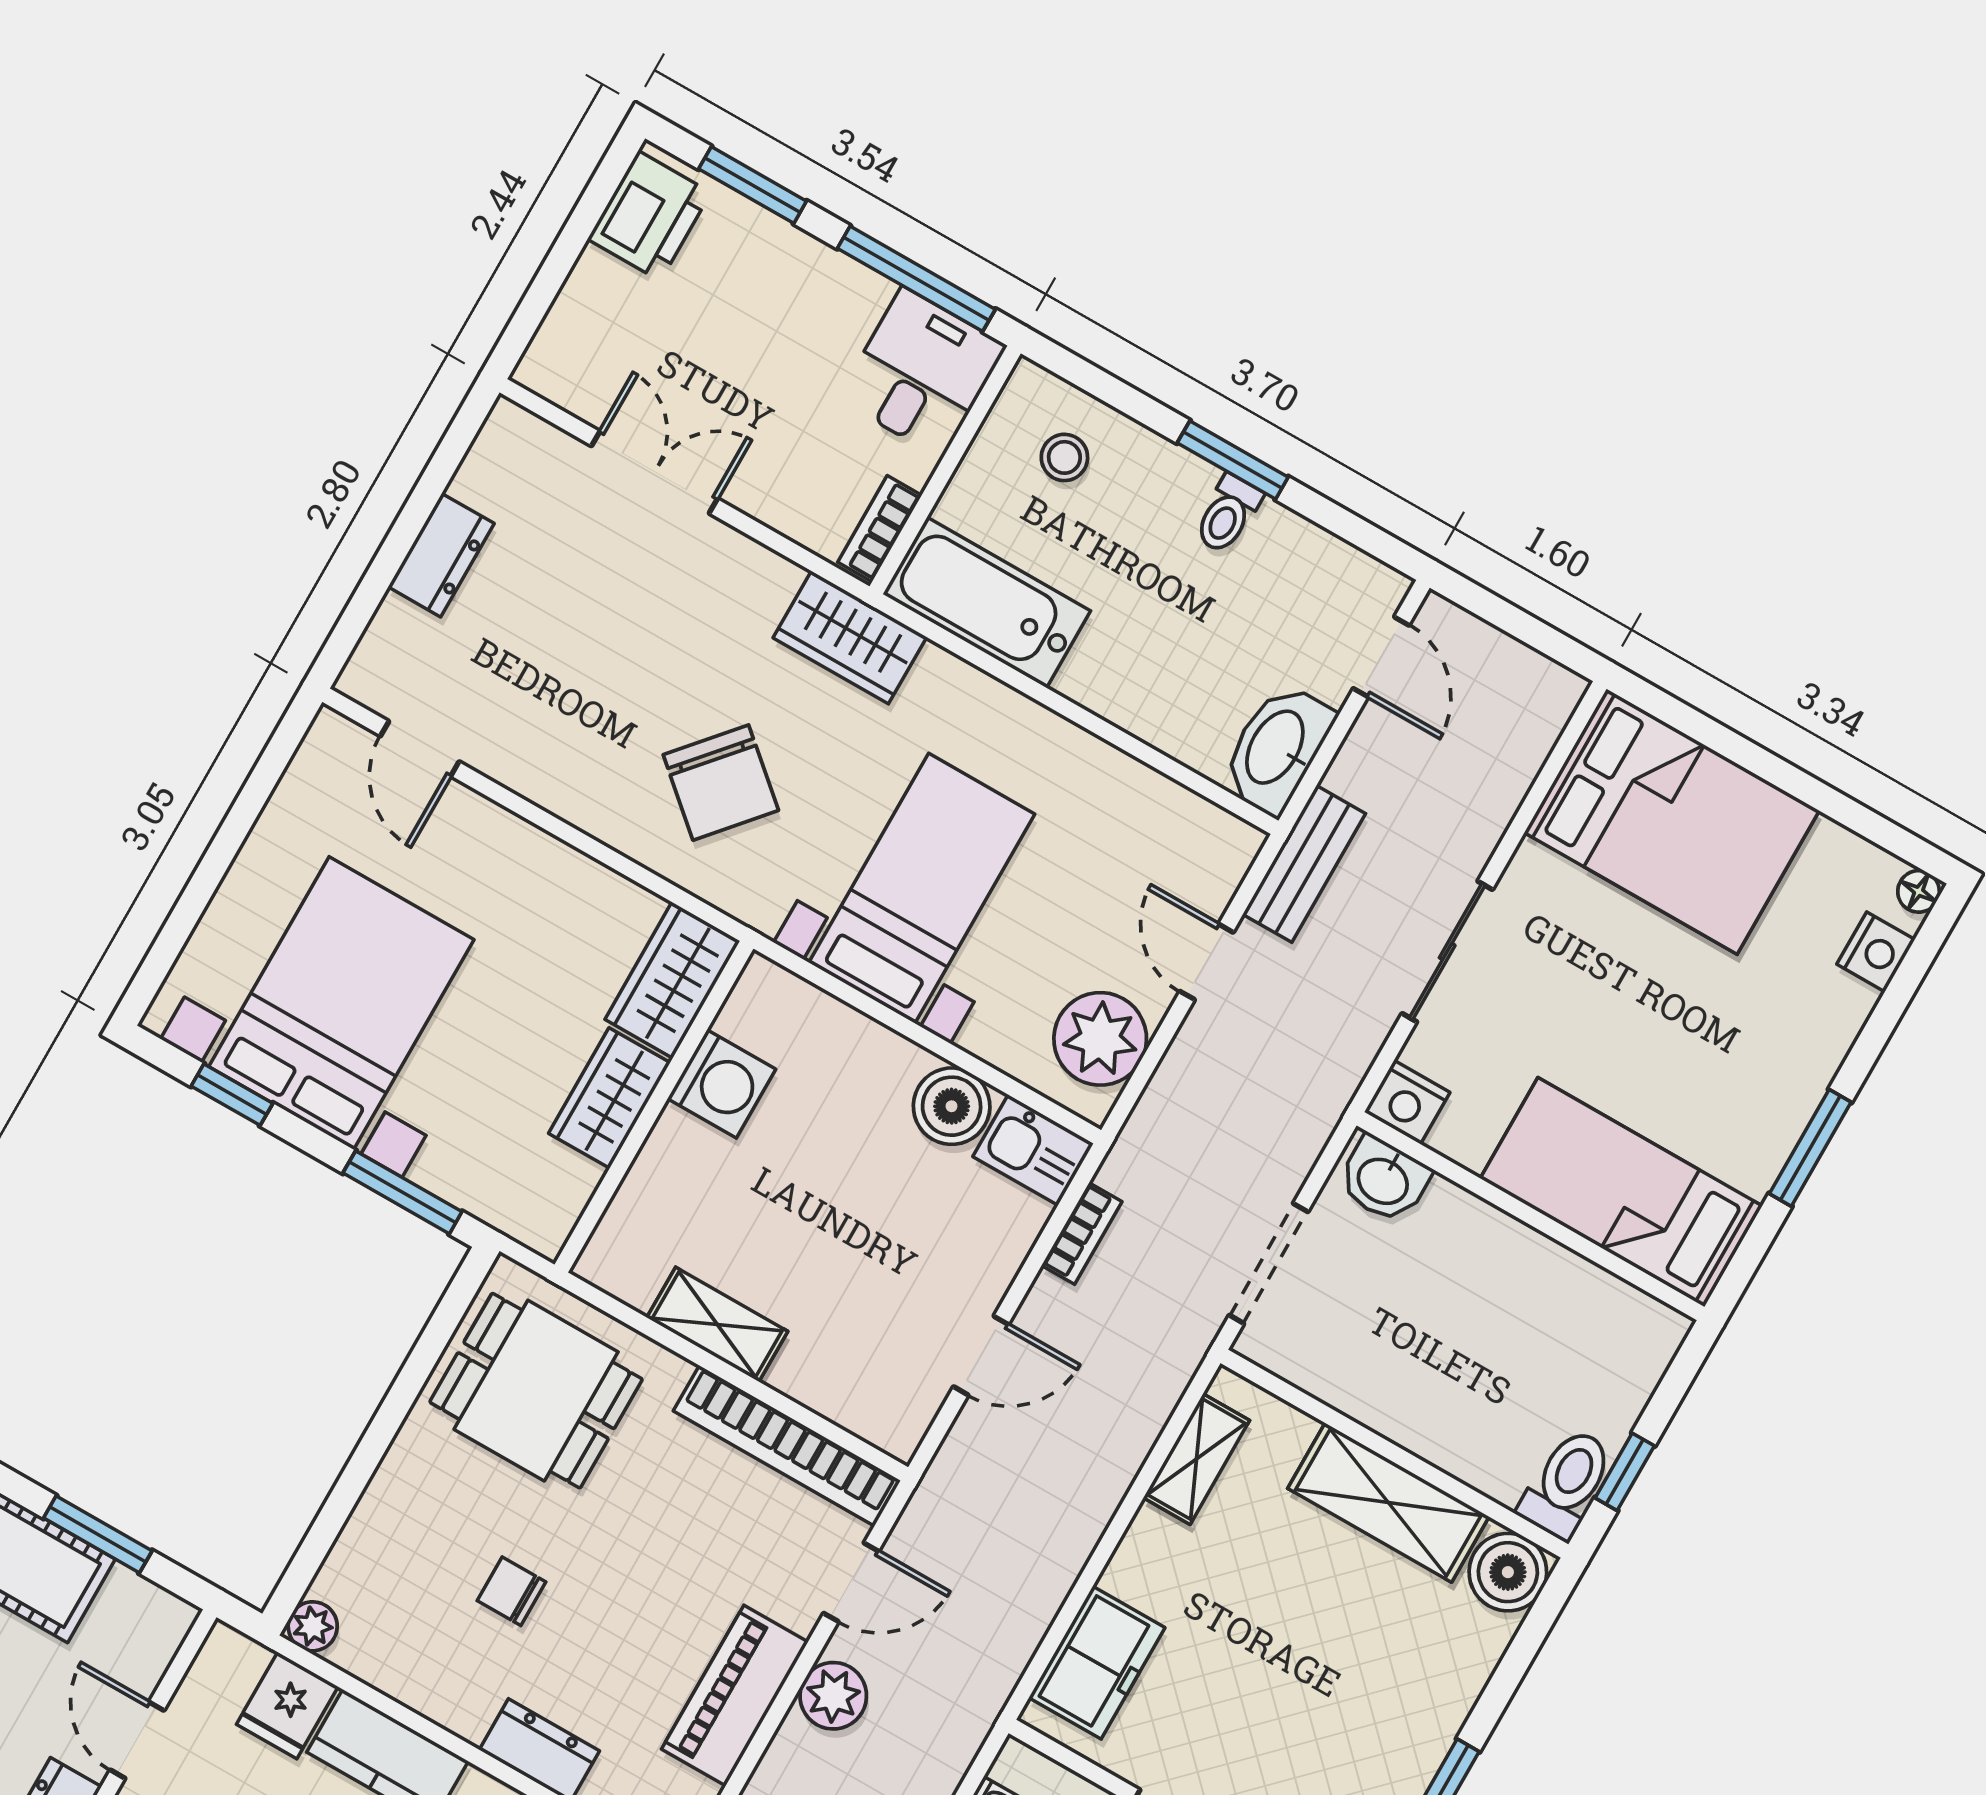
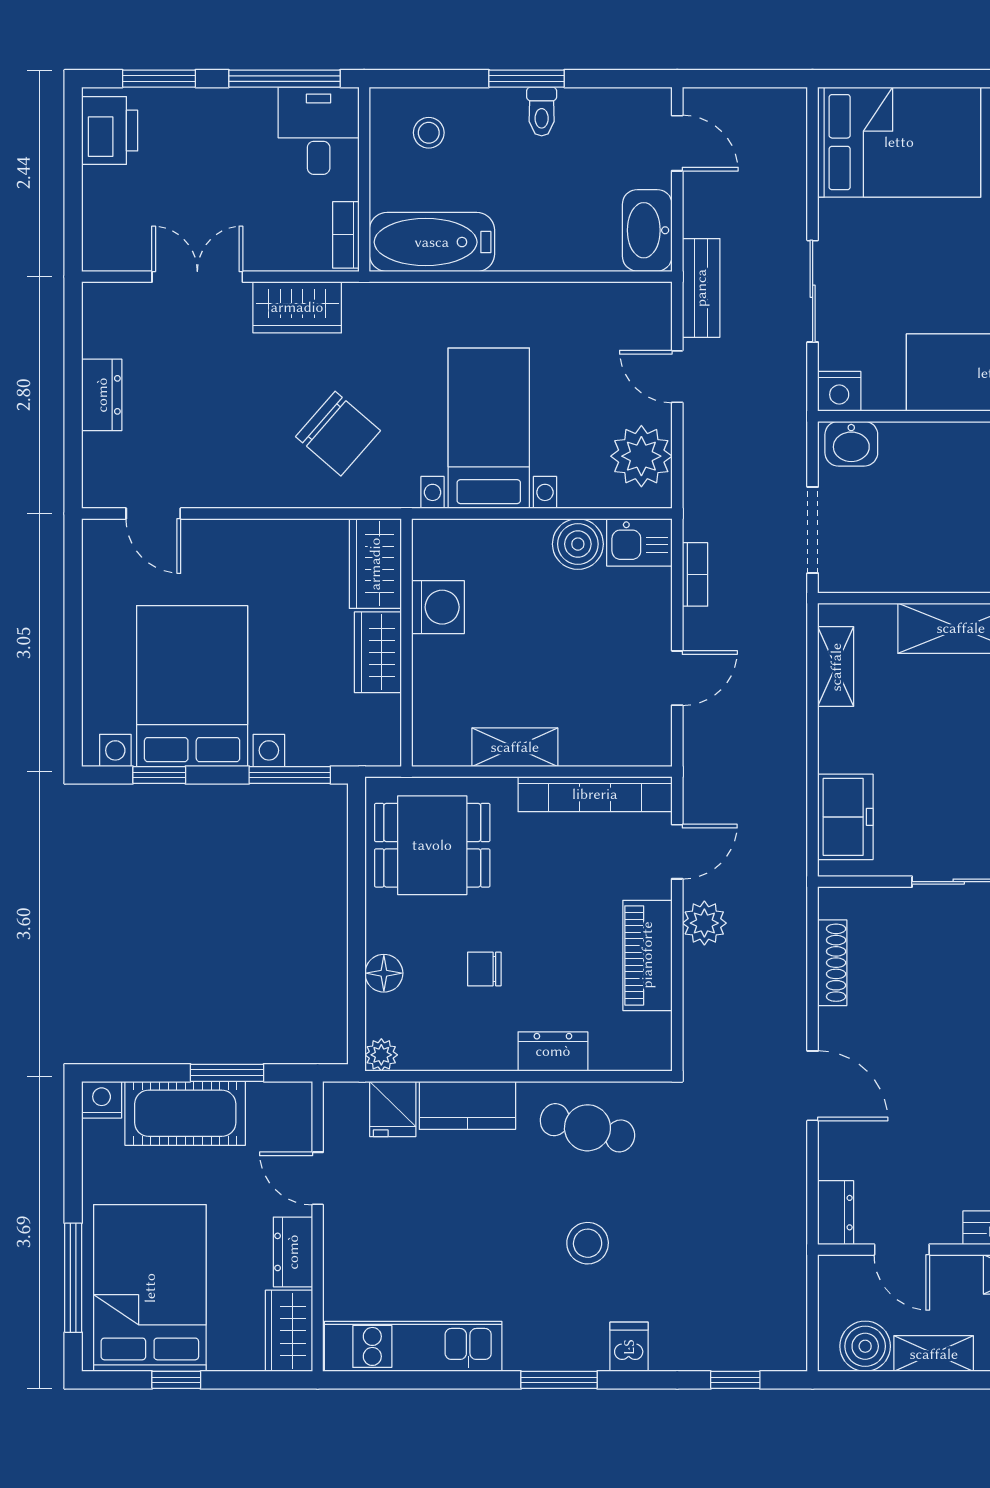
wardrobe: (850, 637) -> (297, 307), moved
floor lamp: (377, 1522) -> (384, 973), added

